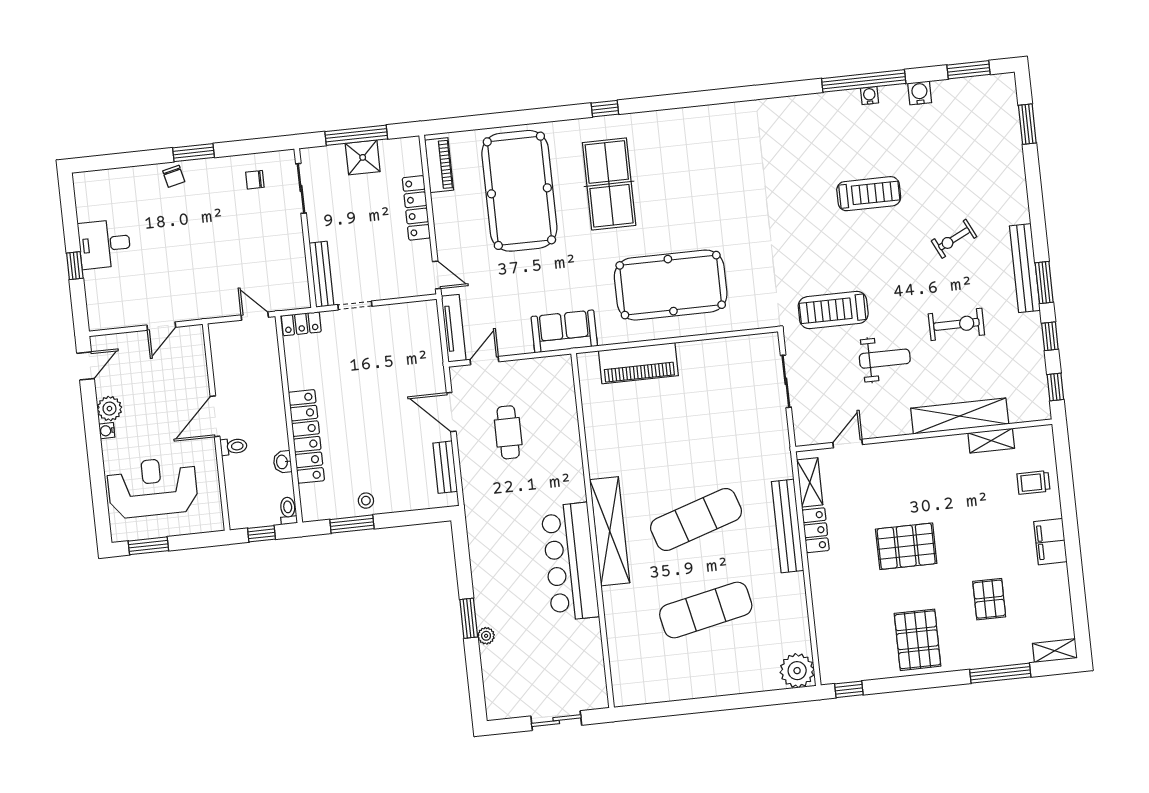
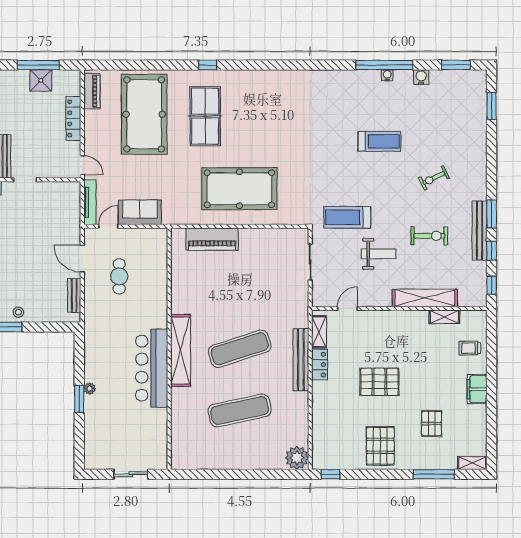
bench: (1025, 268) -> (480, 231), moved
sofa: (564, 331) -> (140, 212), moved
plant: (486, 636) -> (90, 389), moved

